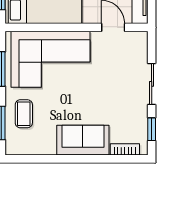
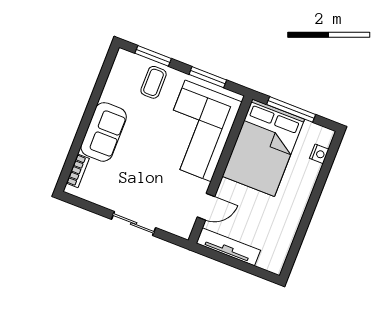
coffee table: (24, 114) -> (154, 82), turned 90
window: (152, 129) -> (88, 206), removed

